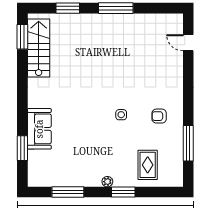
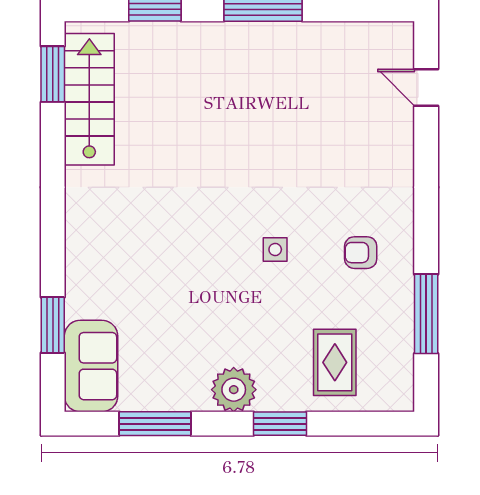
sofa: (39, 129) -> (91, 366), moved
plant: (107, 182) -> (234, 390), width x1.87, depth x1.87

